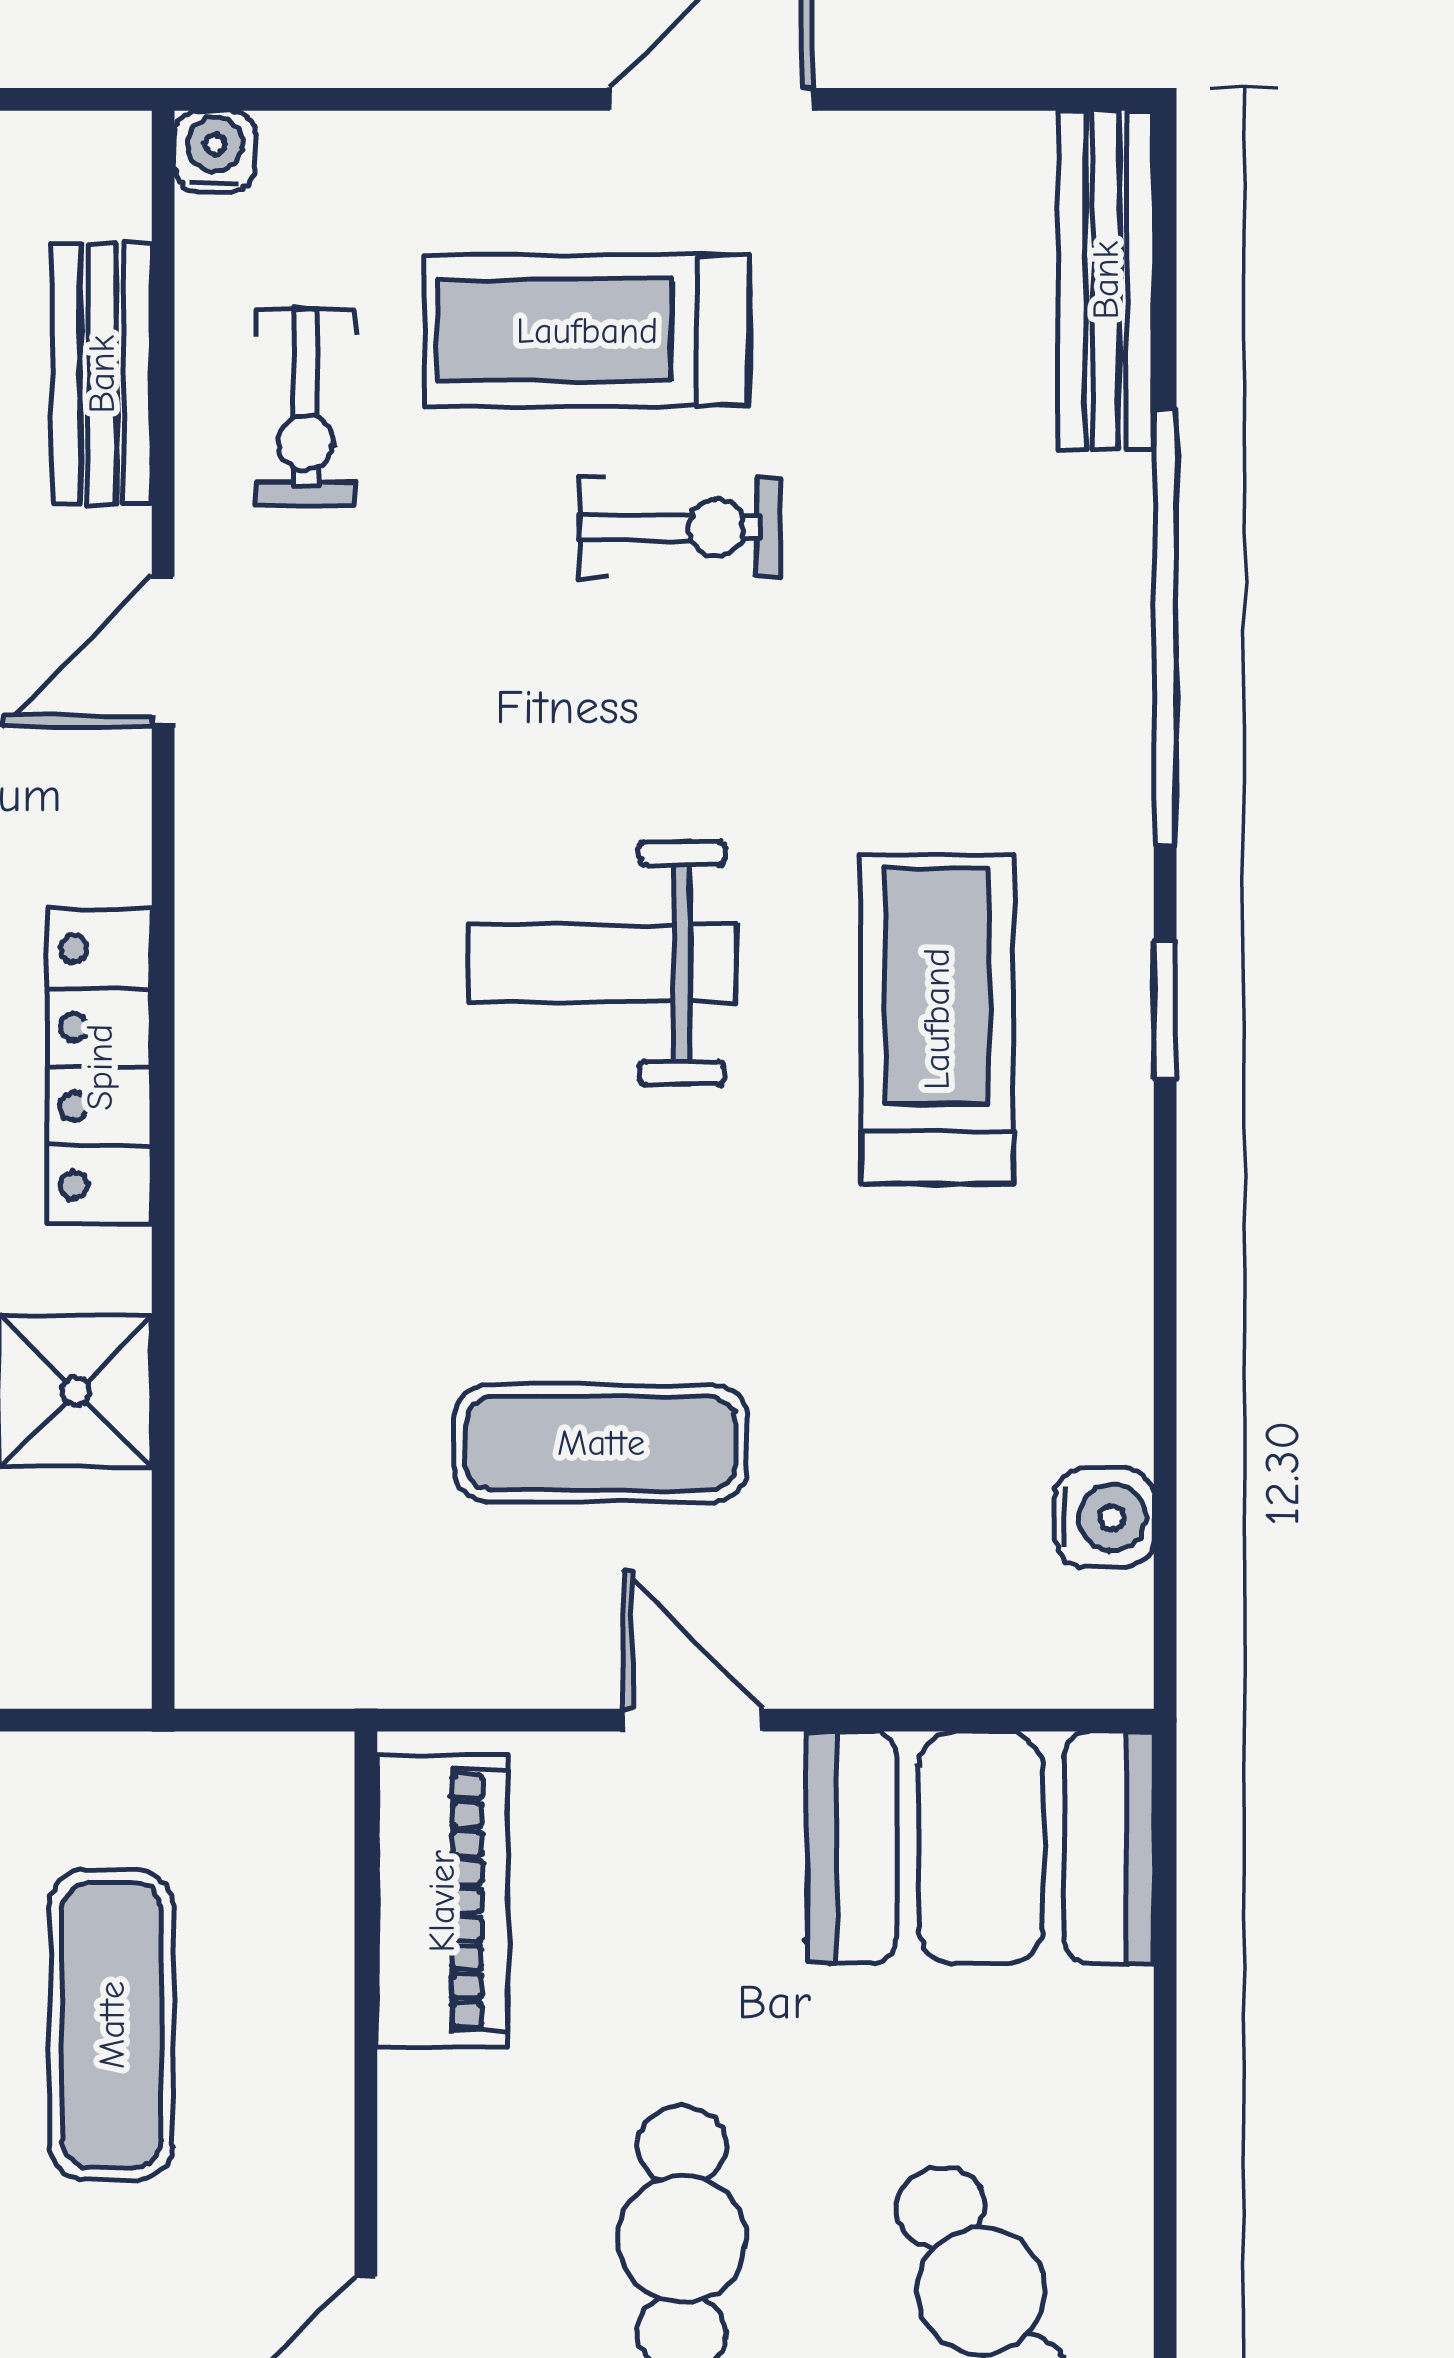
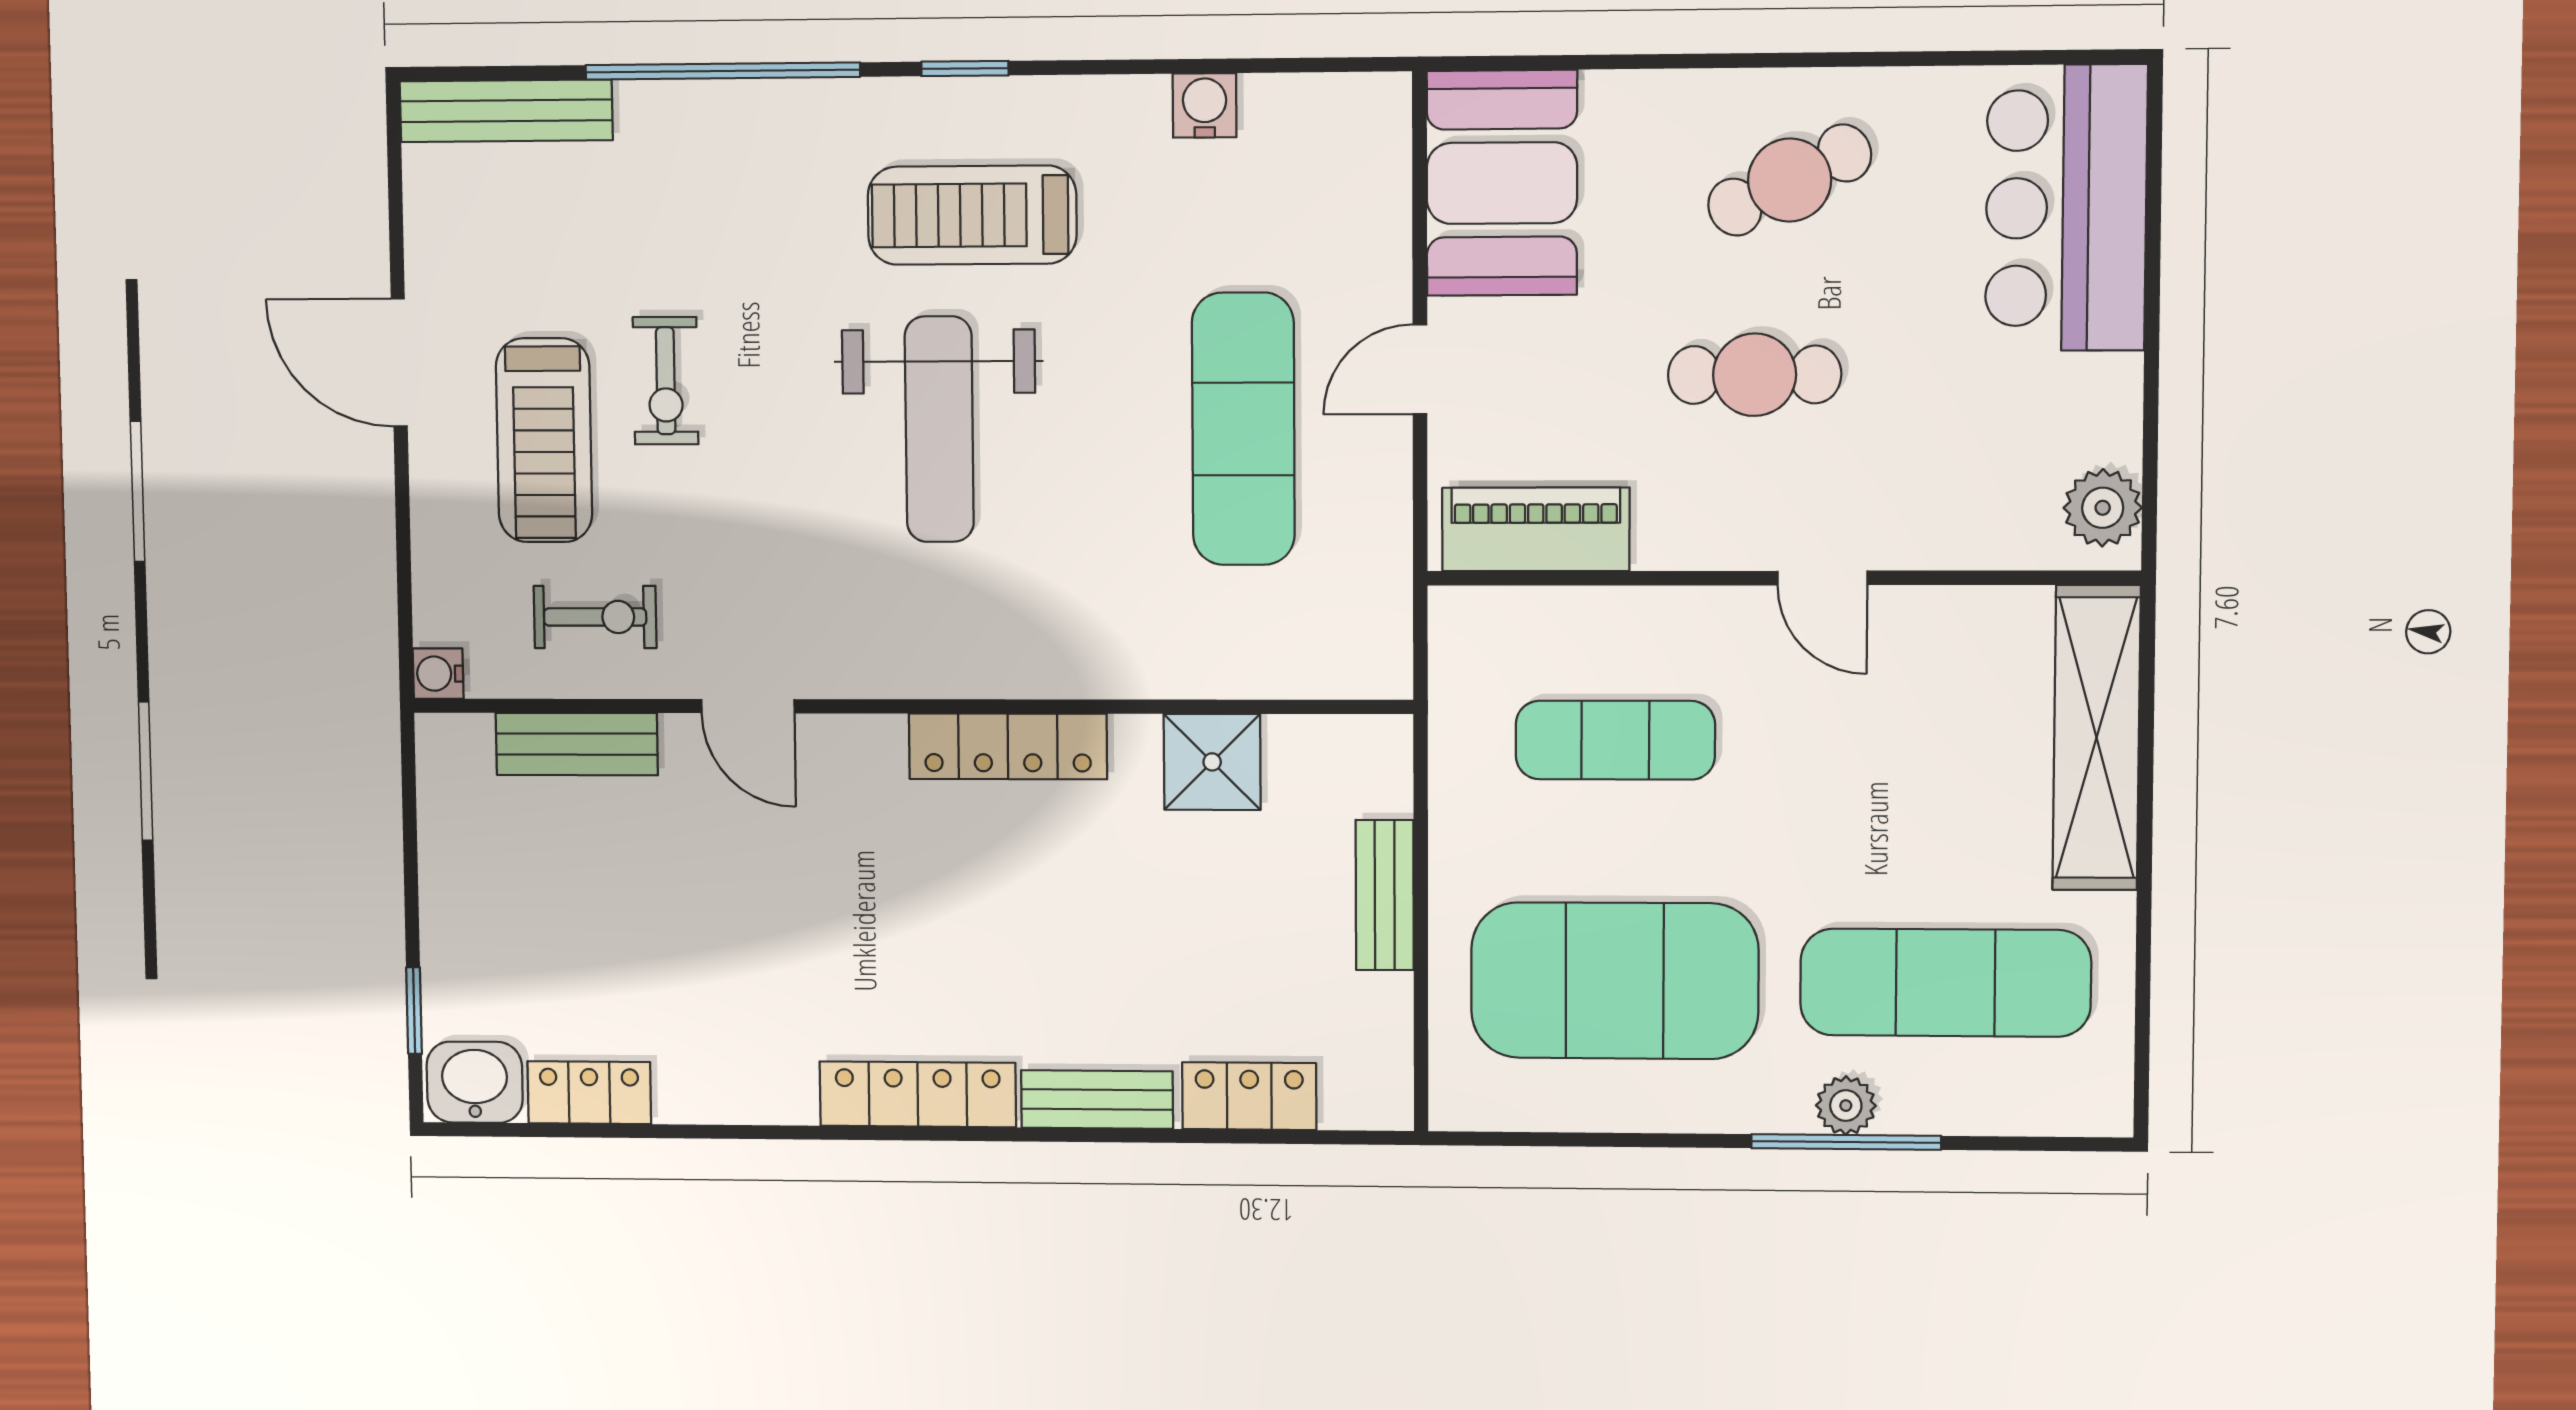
exercise bike: (680, 528) -> (666, 381), turned 180
weight bench: (602, 963) -> (939, 429), width x1.36, depth x1.33
exercise mat: (601, 1443) -> (1243, 429), width x1.36, depth x1.45
water cooler: (1104, 1518) -> (1205, 105), moved

